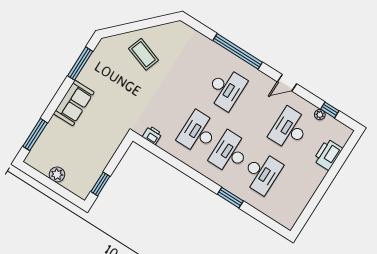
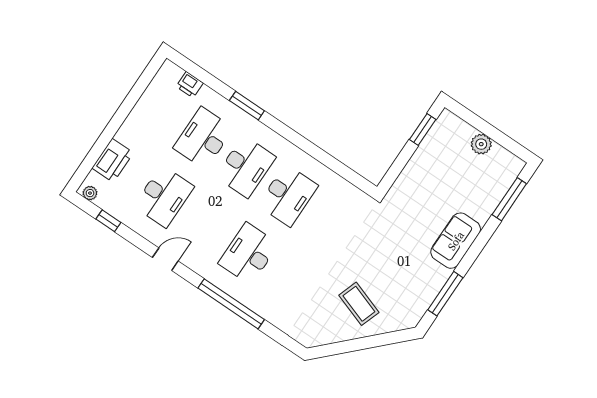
plant: (320, 115) -> (90, 193), moved
printer: (152, 135) -> (190, 85), moved

